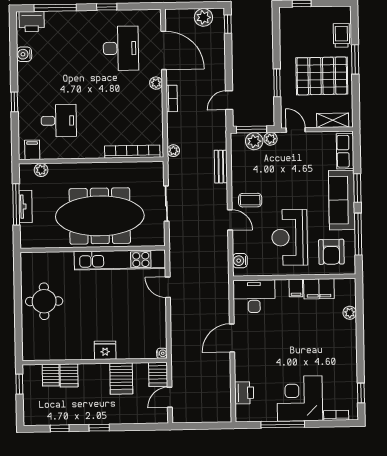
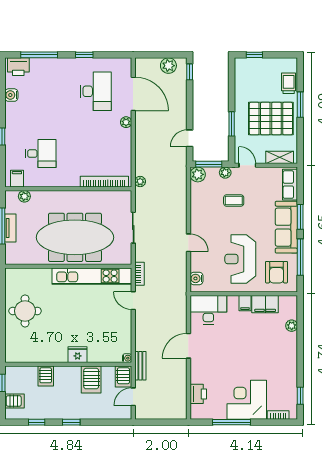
bookcase: (172, 98) -> (140, 274), moved
plant: (254, 141) -> (198, 174), moved
bench: (221, 167) -> (140, 366), moved
coffee table: (250, 200) -> (234, 200), moved
server rack: (51, 375) -> (14, 401), moved, turned -90

